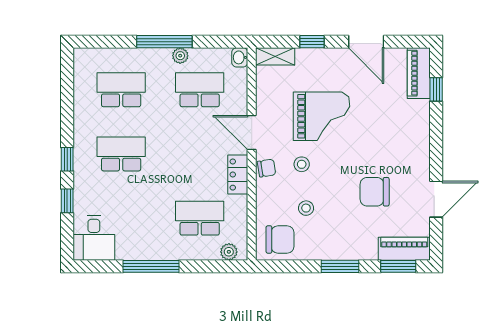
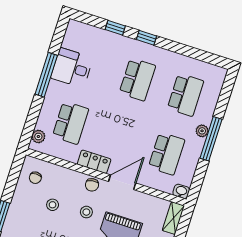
plant: (180, 56) -> (202, 131), moved
desk: (94, 238) -> (72, 68), moved
chair: (280, 239) -> (35, 178), width x0.54, depth x0.54

